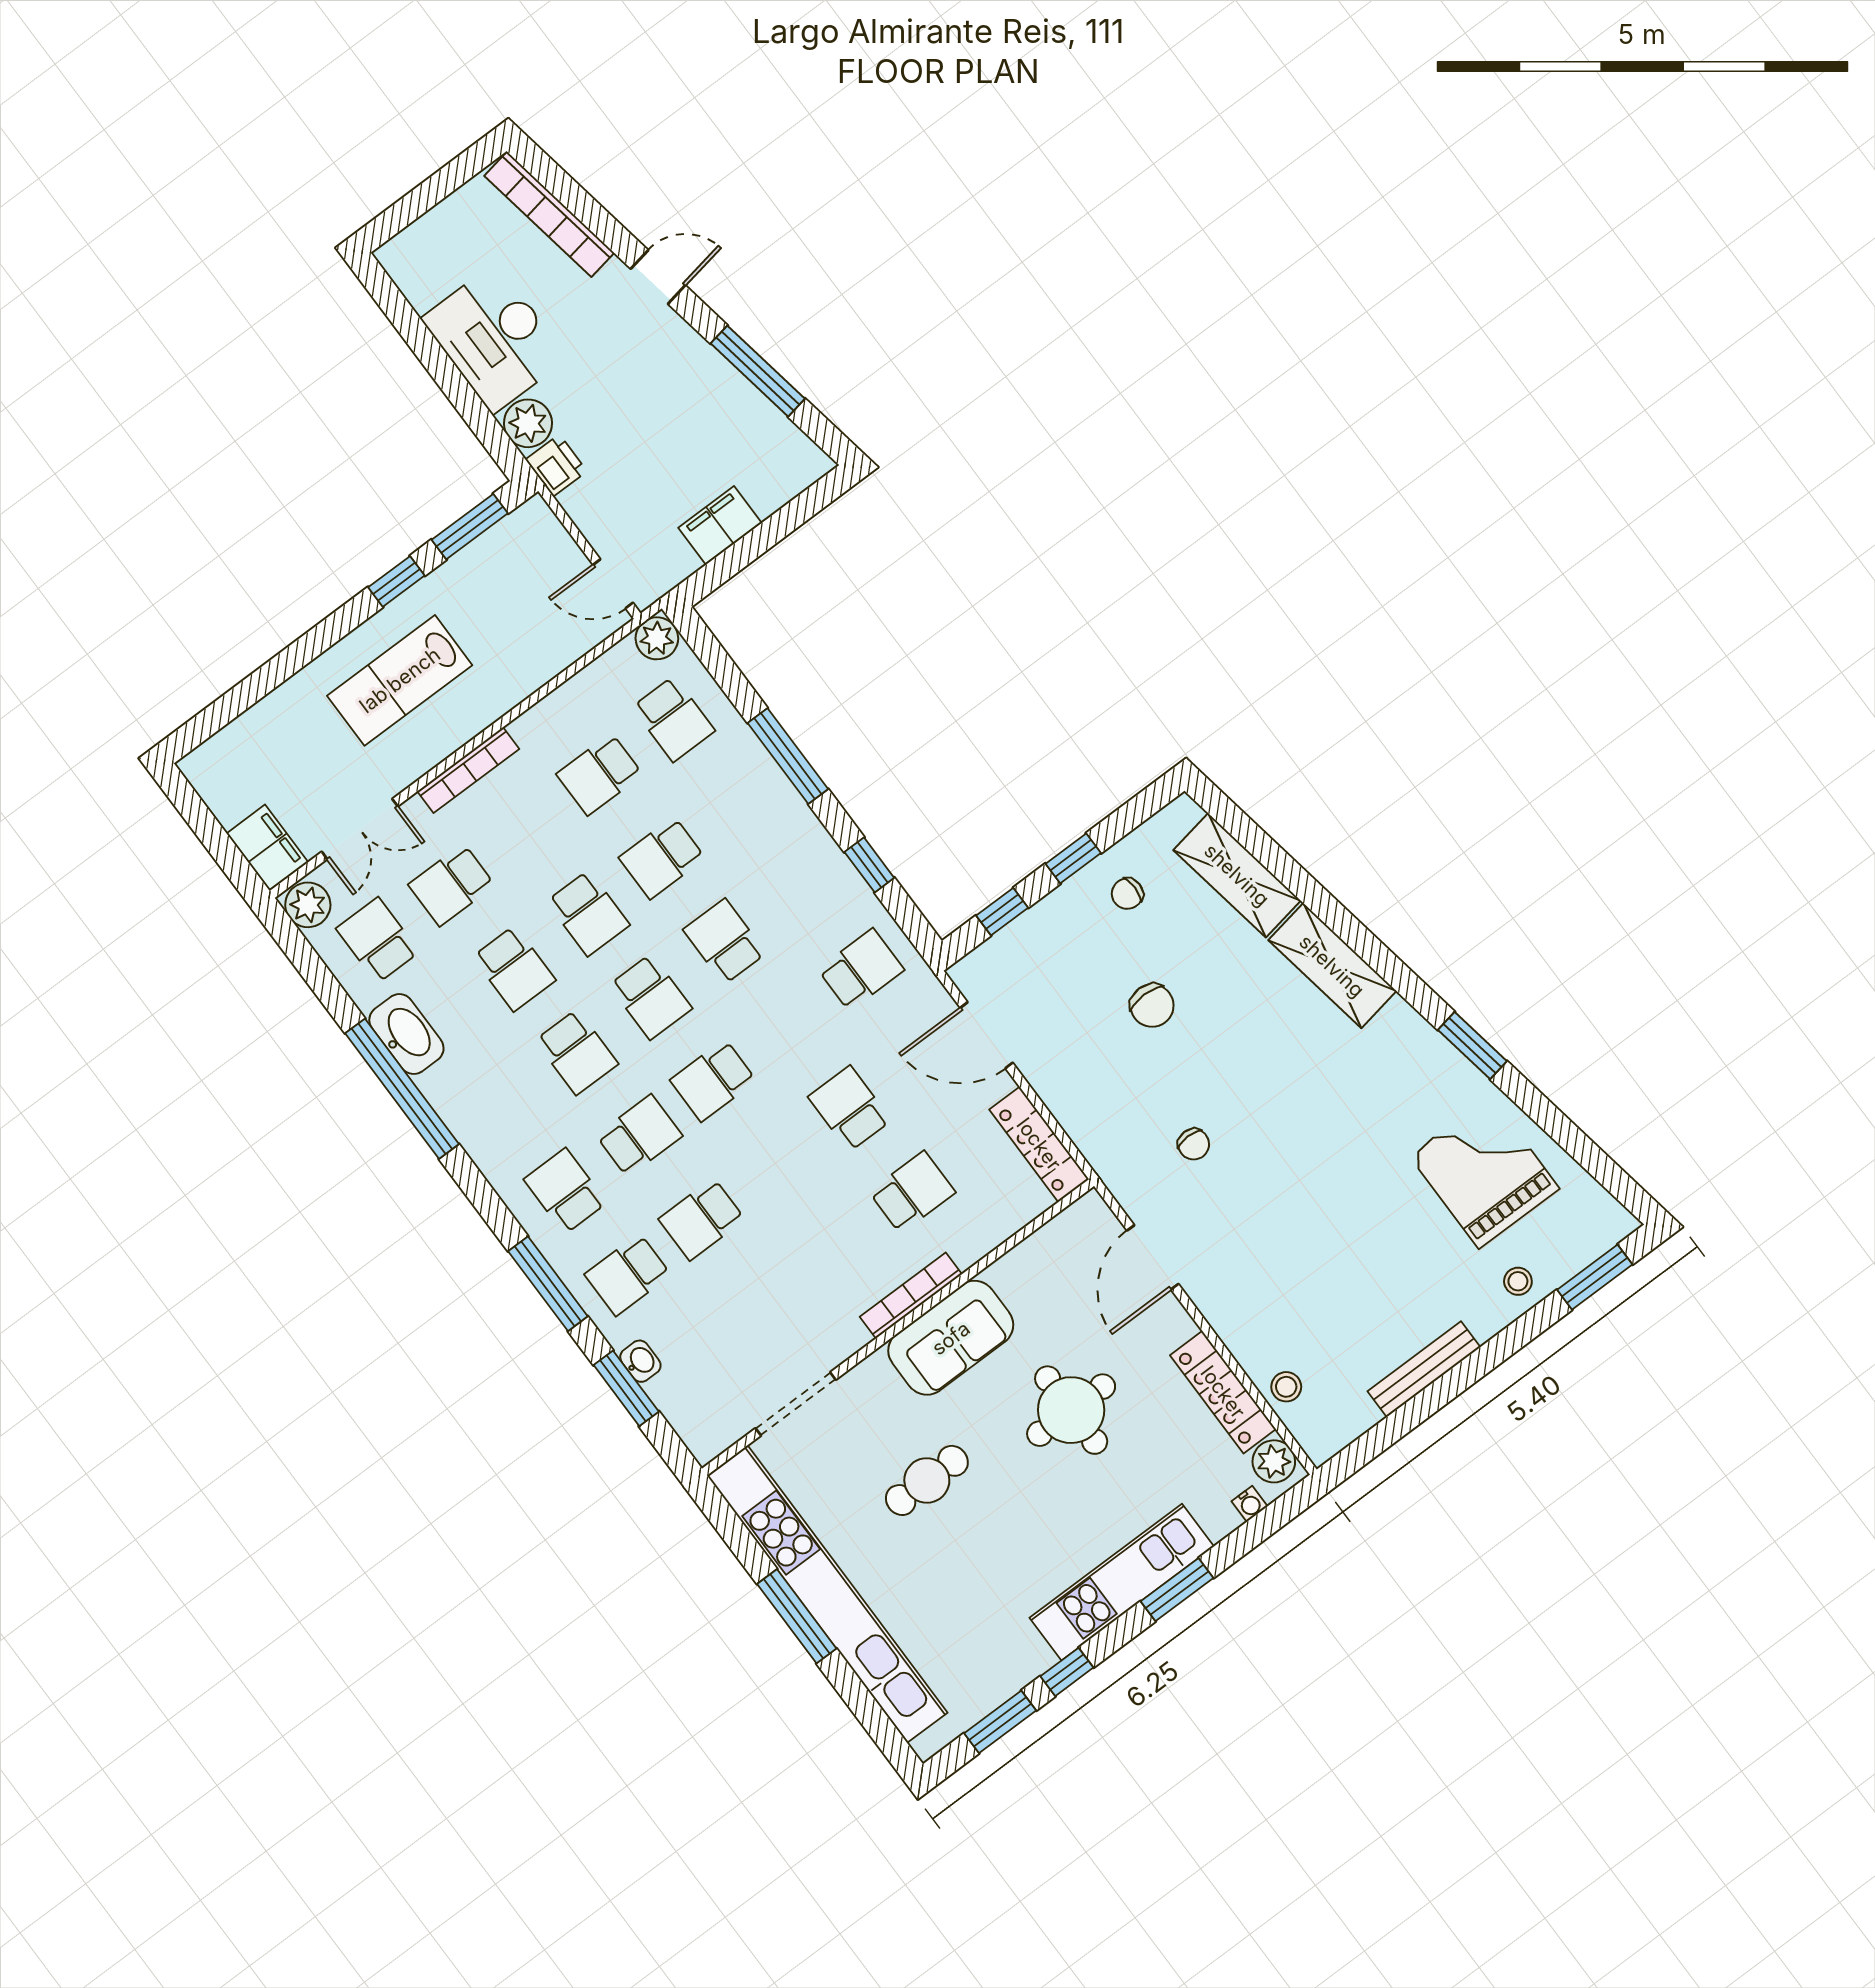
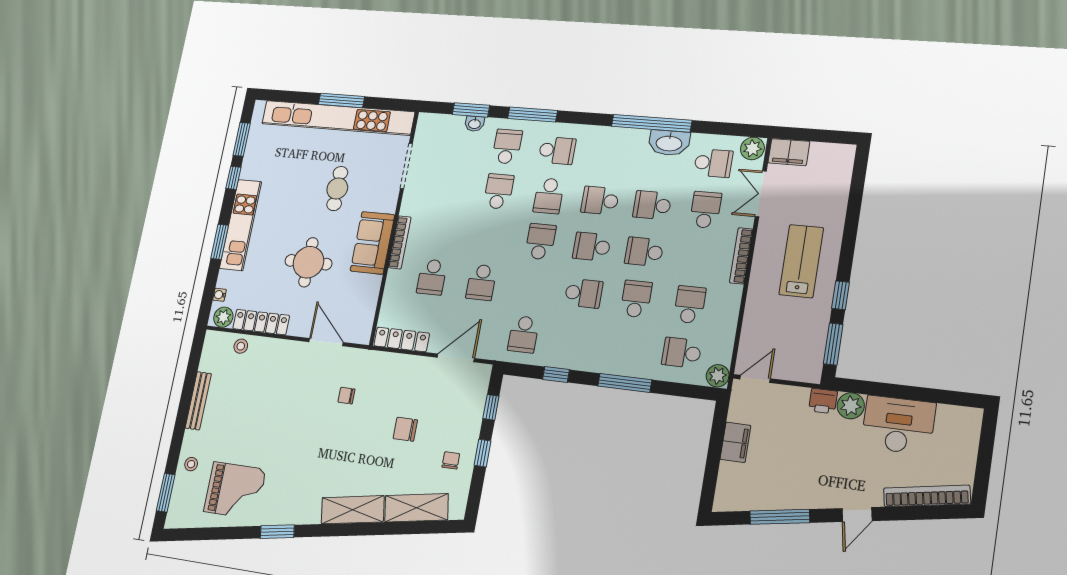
school desk: (850, 1109) -> (481, 282), turned 90

